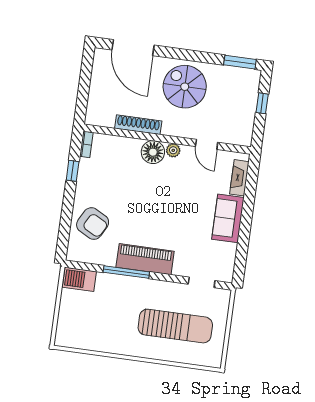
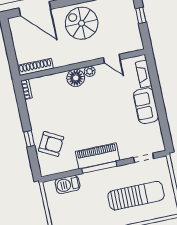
shoe rack: (138, 125) -> (35, 67), moved
window: (73, 171) -> (29, 139), moved
window: (126, 272) -> (99, 167), moved
barbecue: (79, 279) -> (68, 185), moved

